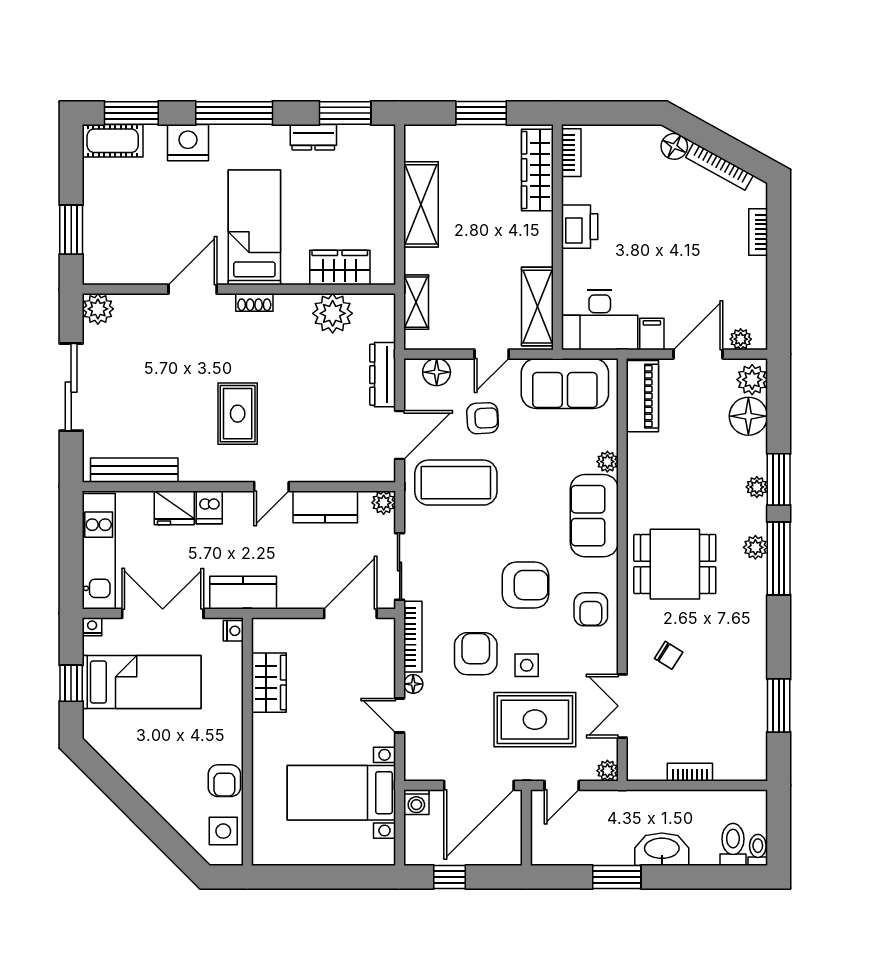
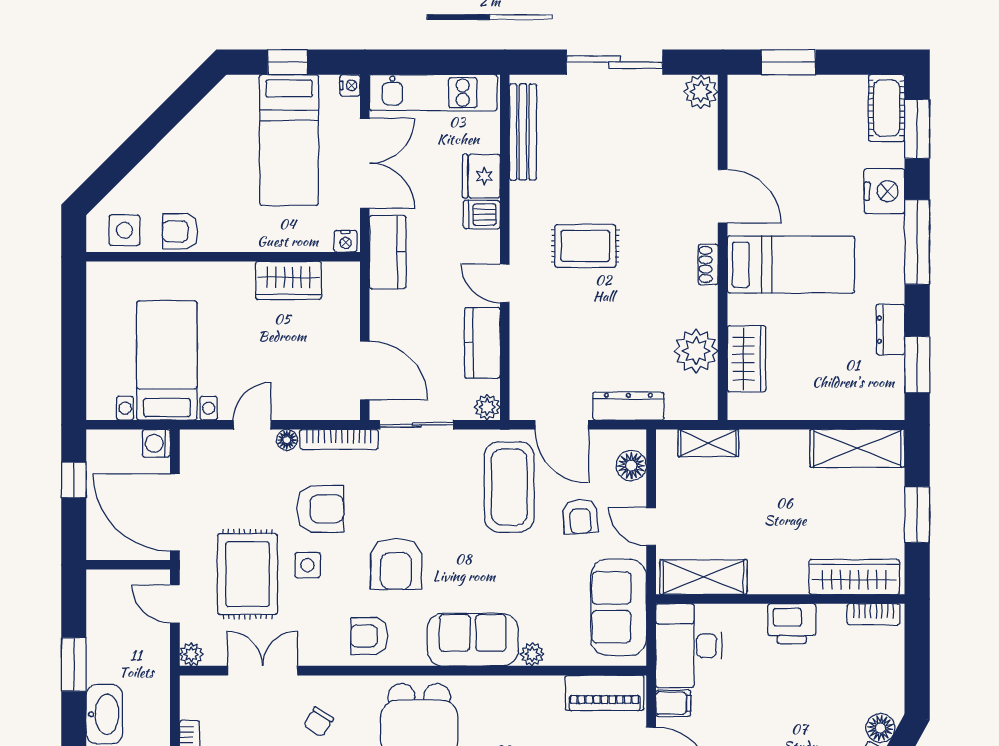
shelving: (421, 204) -> (857, 448), moved

